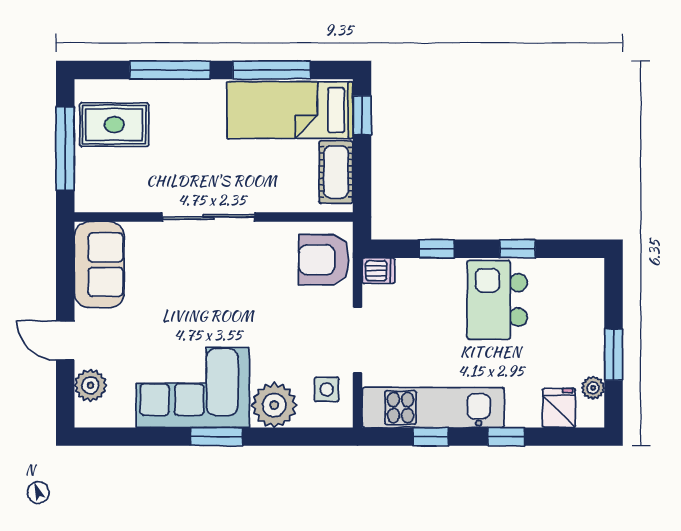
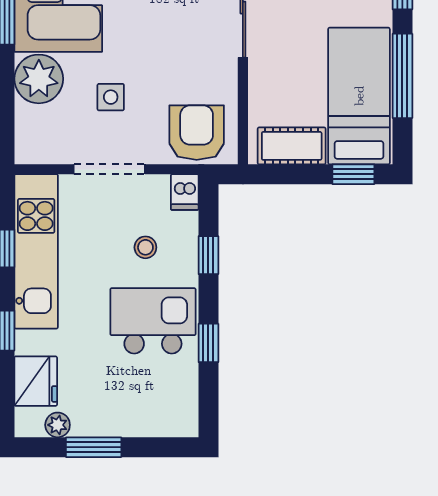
stool: (429, 307) -> (145, 247), added
side table: (327, 389) -> (111, 97), moved
fridge: (559, 408) -> (36, 381), width x1.38

